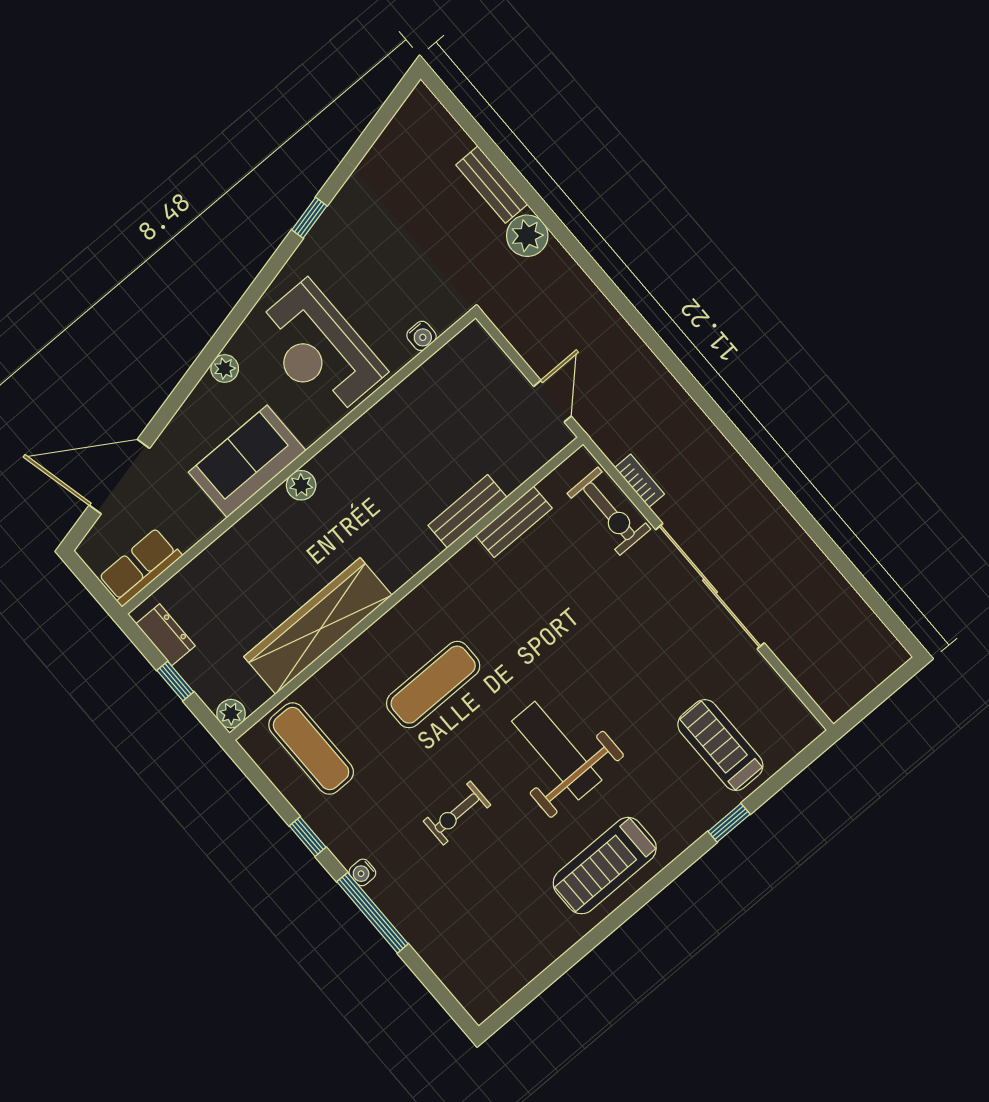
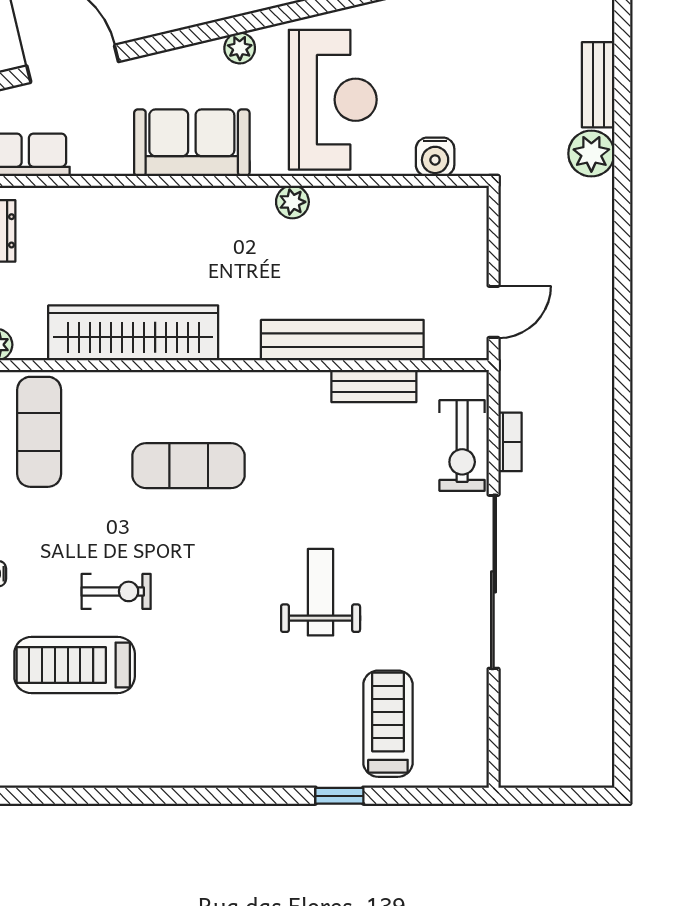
water cooler: (421, 336) -> (435, 157), width x1.38, depth x1.38
reception desk: (319, 350) -> (333, 100), turned 180
plant: (301, 485) -> (292, 202), moved
bench: (467, 511) -> (342, 340), width x1.86, depth x1.21
weight bench: (557, 751) -> (321, 592), moved, width x0.73, depth x0.75
exercise bike: (457, 813) -> (116, 591), turned 180
treadmill: (605, 866) -> (75, 665), moved

